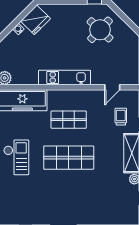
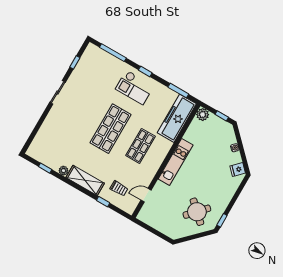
fridge: (35, 20) -> (238, 170), width x0.53, depth x0.75
door: (112, 87) -> (146, 195), hinge flipped

